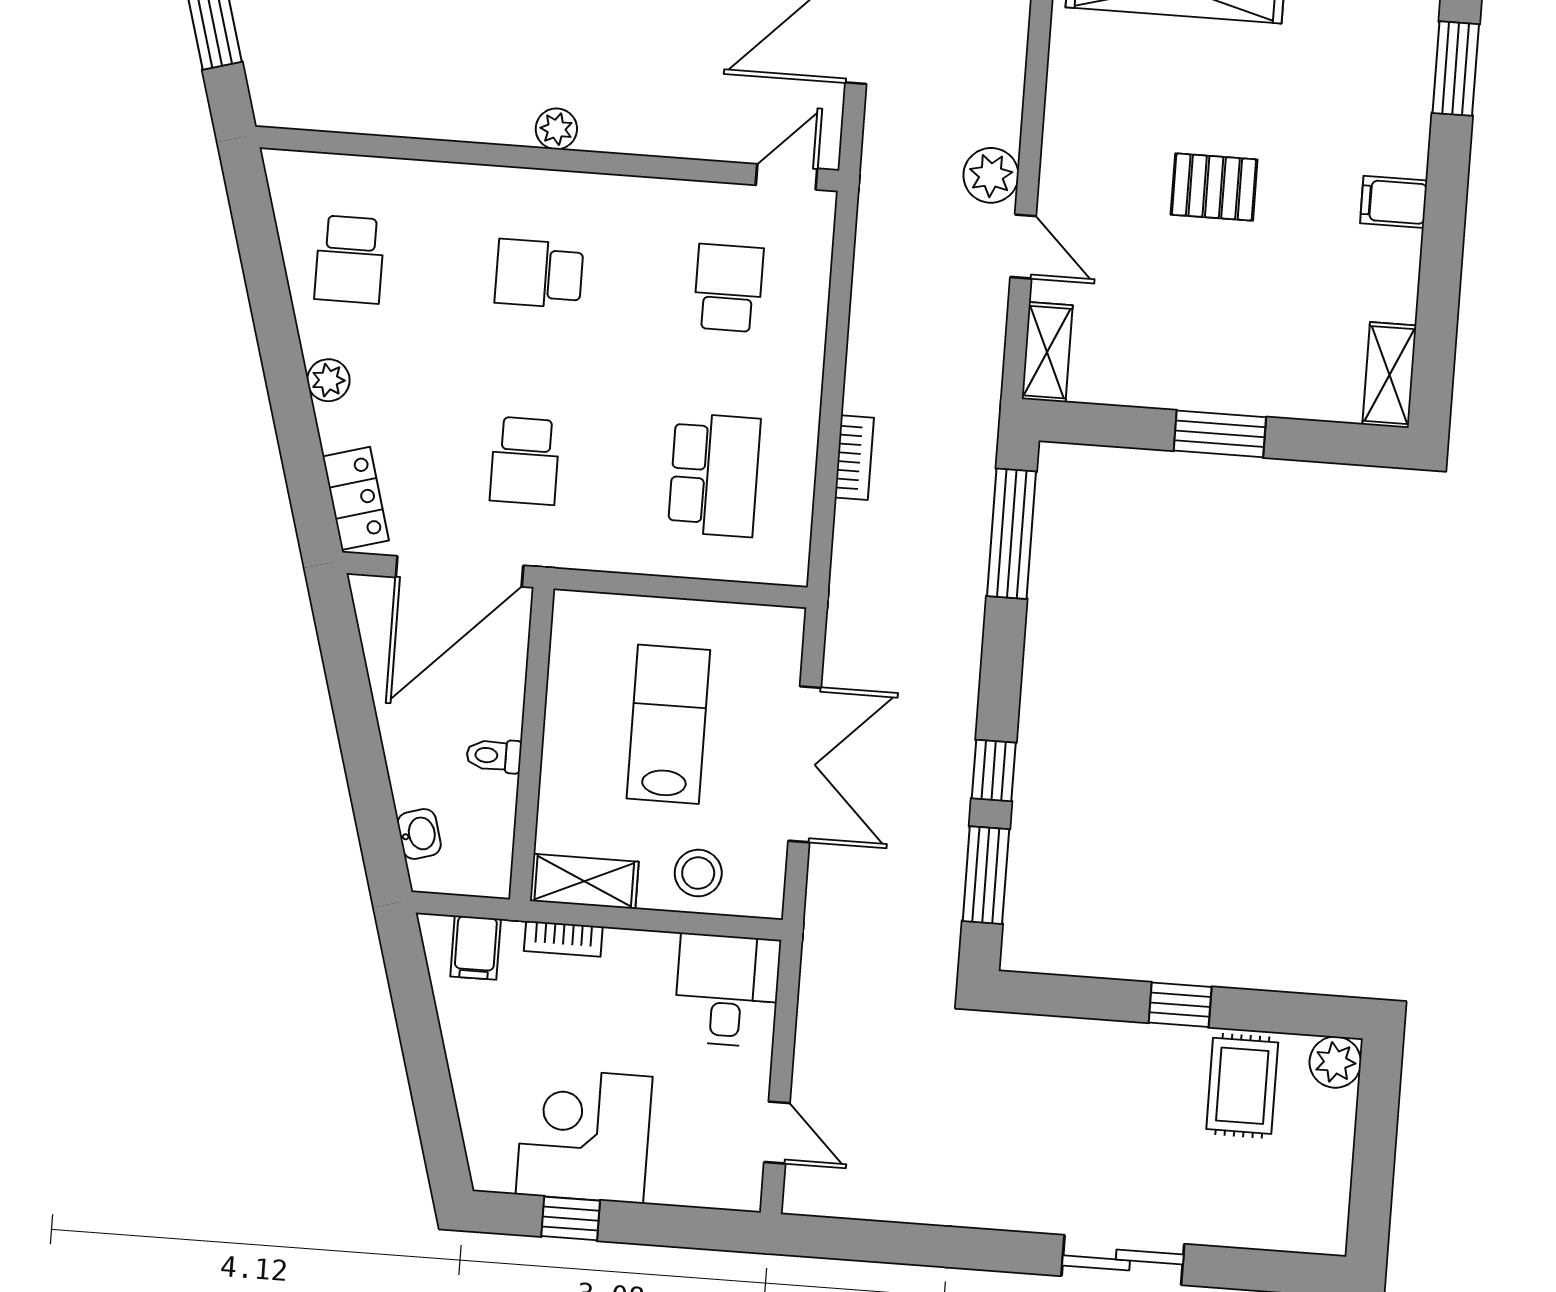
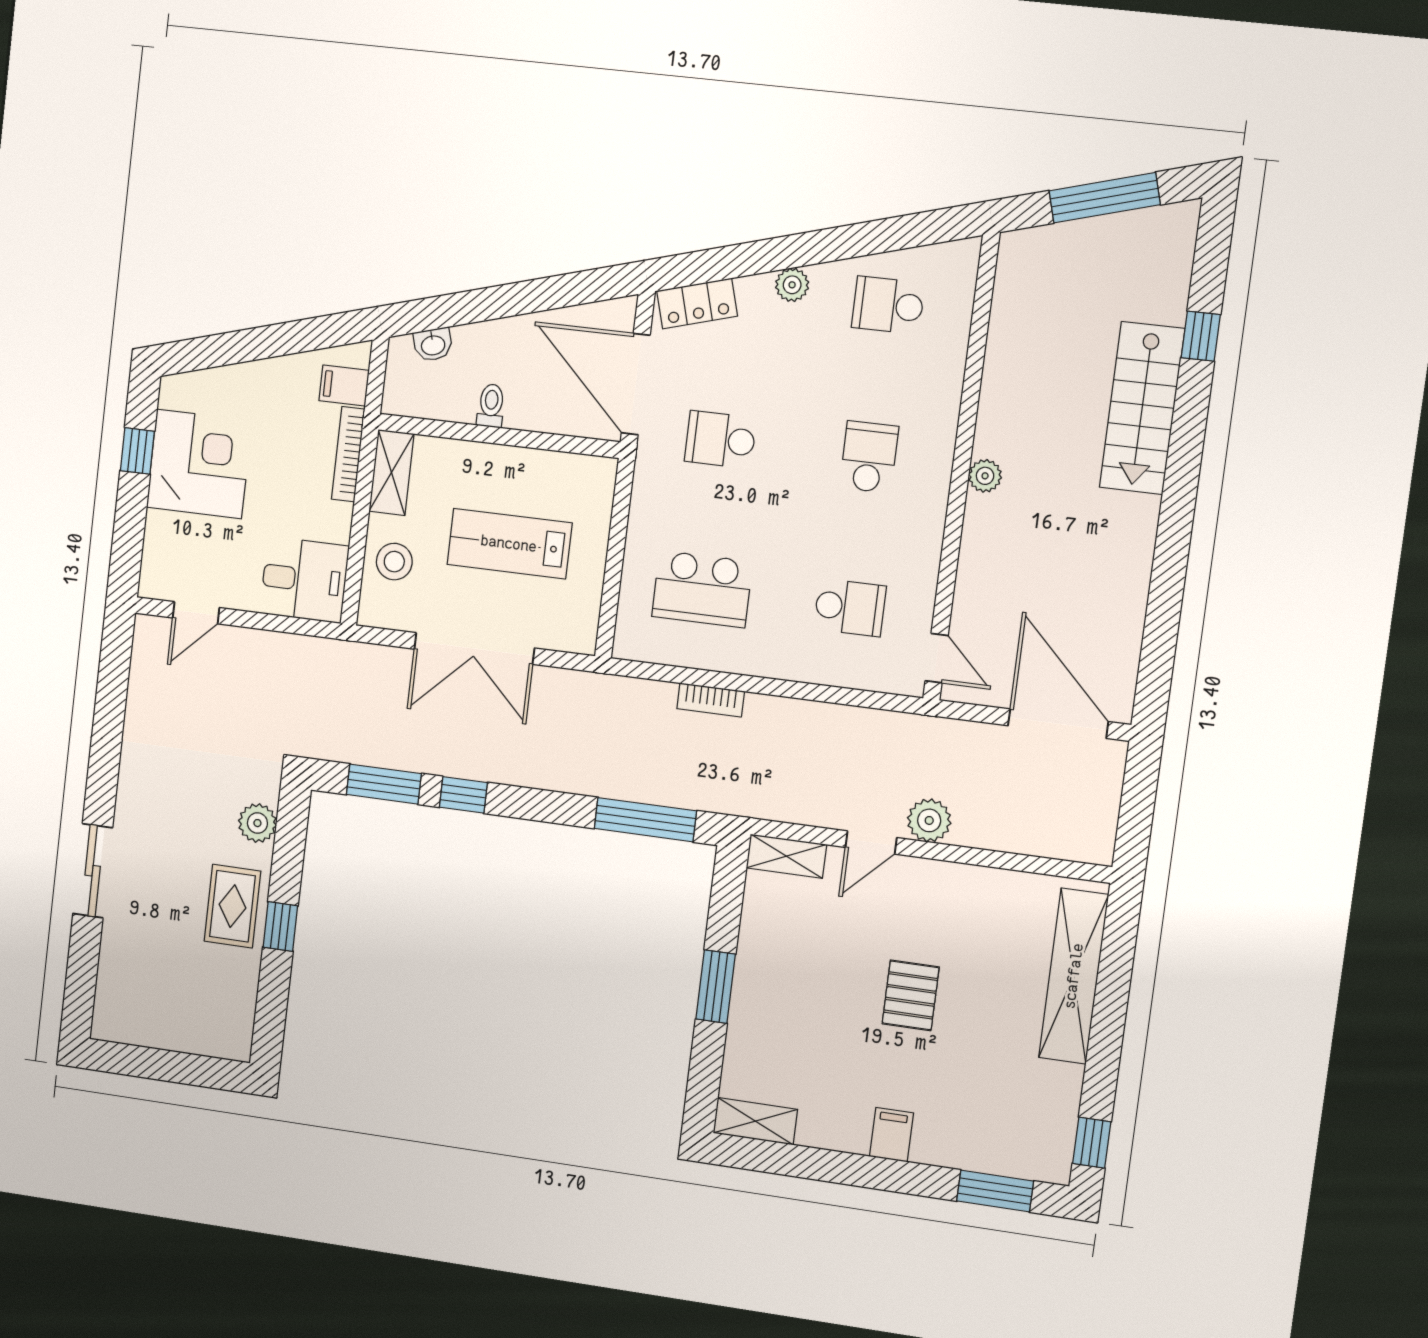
lab bench: (668, 724) -> (509, 544), turned 180
bookcase: (563, 939) -> (348, 454), width x1.56
plant: (1335, 1062) -> (257, 823), moved
rug: (1242, 1086) -> (232, 906), moved, turned 90

